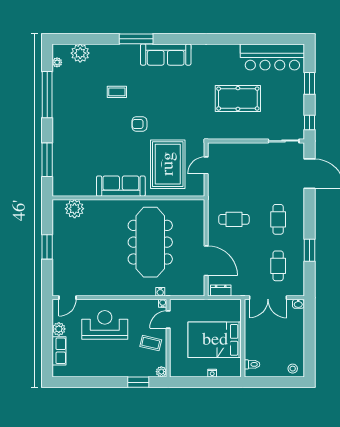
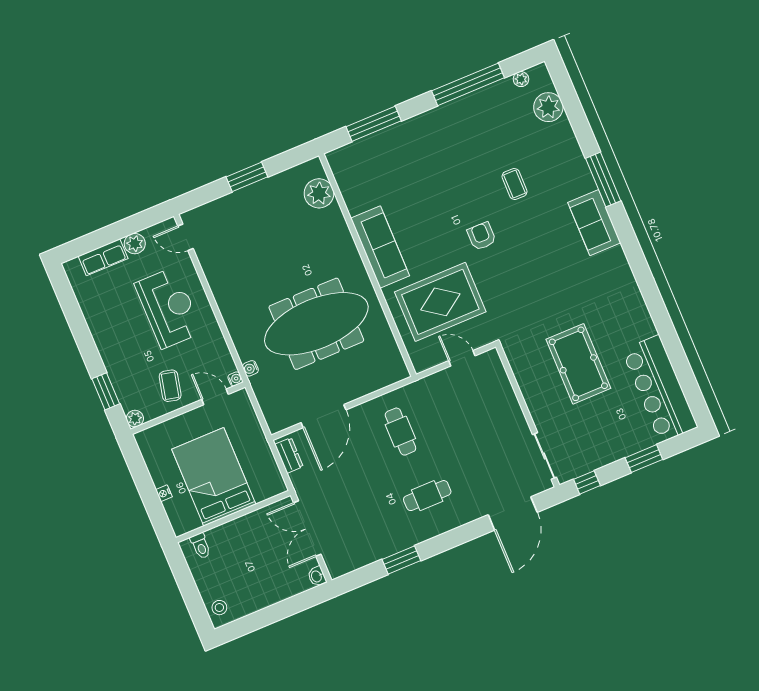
sofa: (166, 55) -> (594, 223), width x0.73
cafe table: (278, 266) -> (360, 524), removed

